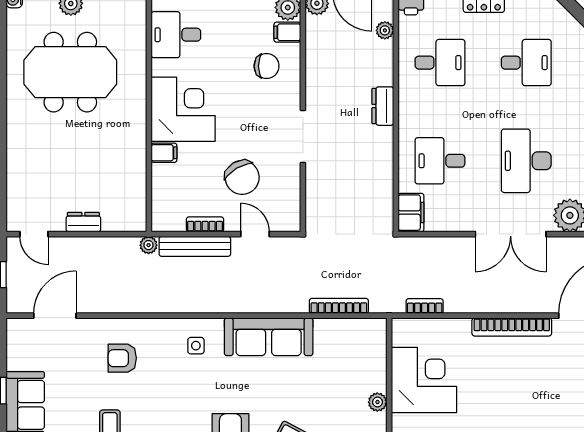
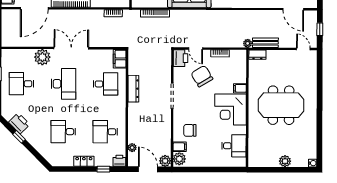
meeting table: (70, 72) -> (281, 105), moved
dresser: (383, 106) -> (133, 89), moved, width x1.44
printer: (286, 214) -> (180, 58), added
dresser: (83, 222) -> (257, 55), moved
bench: (195, 246) -> (265, 43), moved, width x0.73
door: (55, 316) -> (293, 9), hinge flipped

